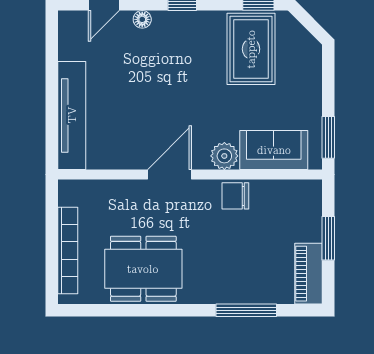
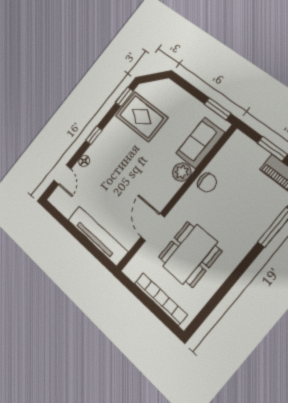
door: (170, 174) -> (153, 227), moved
chair: (235, 196) -> (207, 183), turned -90
dining table: (143, 269) -> (190, 254), moved

